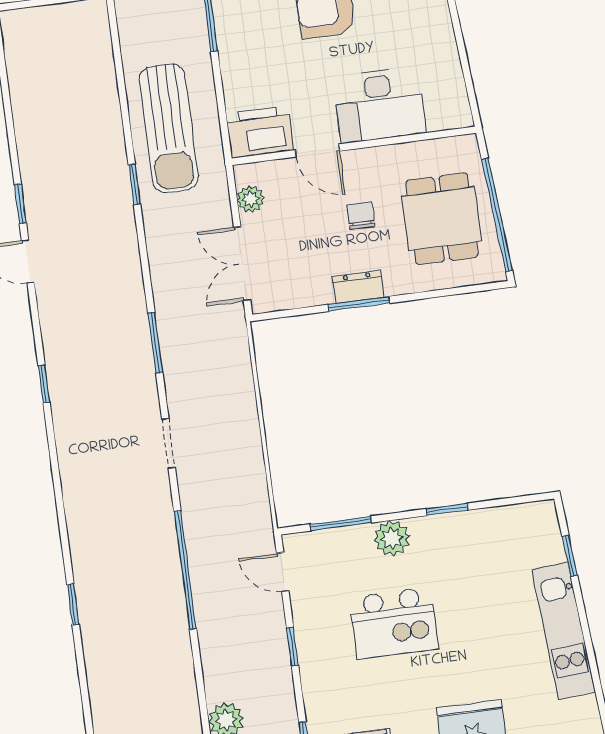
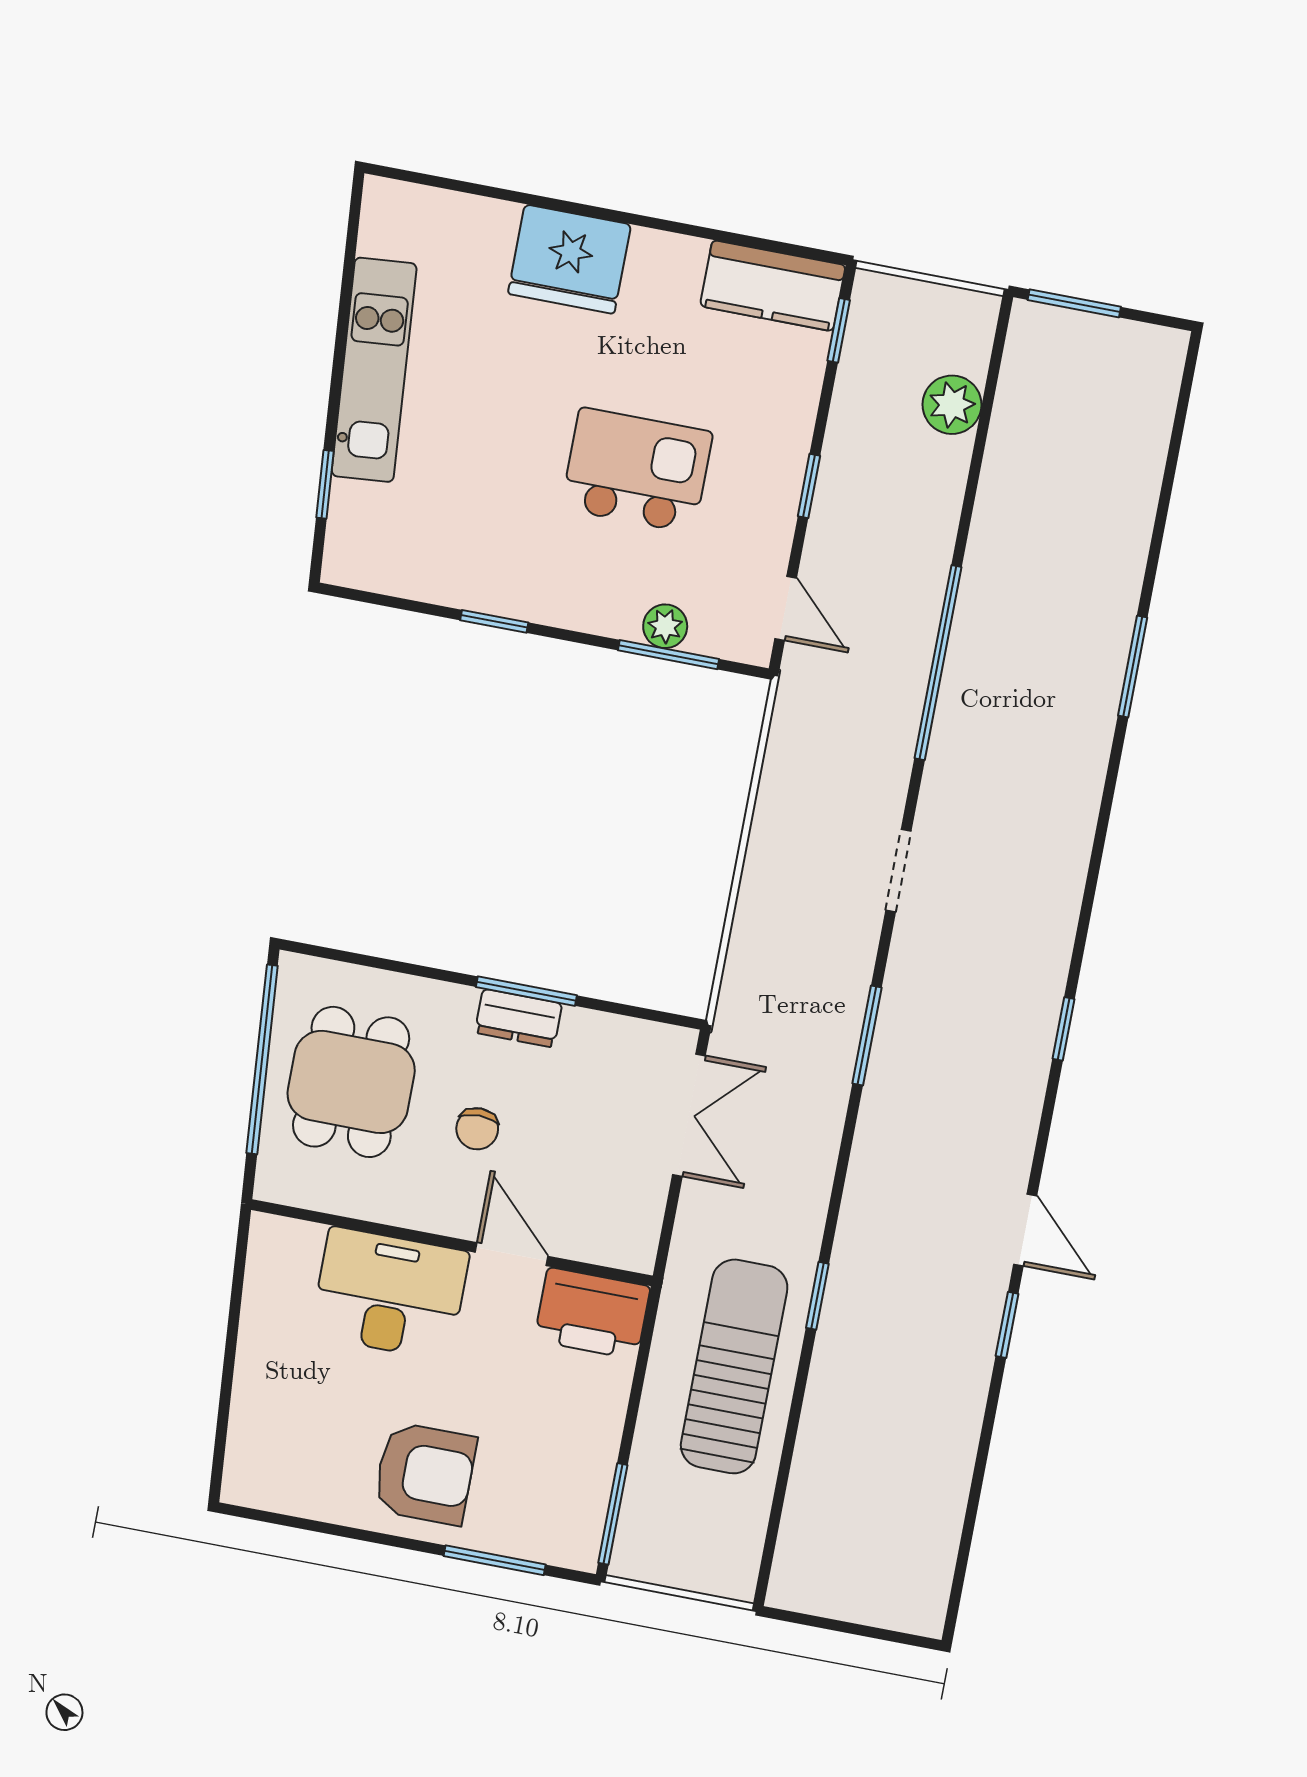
plant: (251, 199) -> (642, 1213), removed
plant: (392, 538) -> (665, 626), moved, width x0.73, depth x0.73
window: (73, 604) -> (1133, 667), width x1.50

